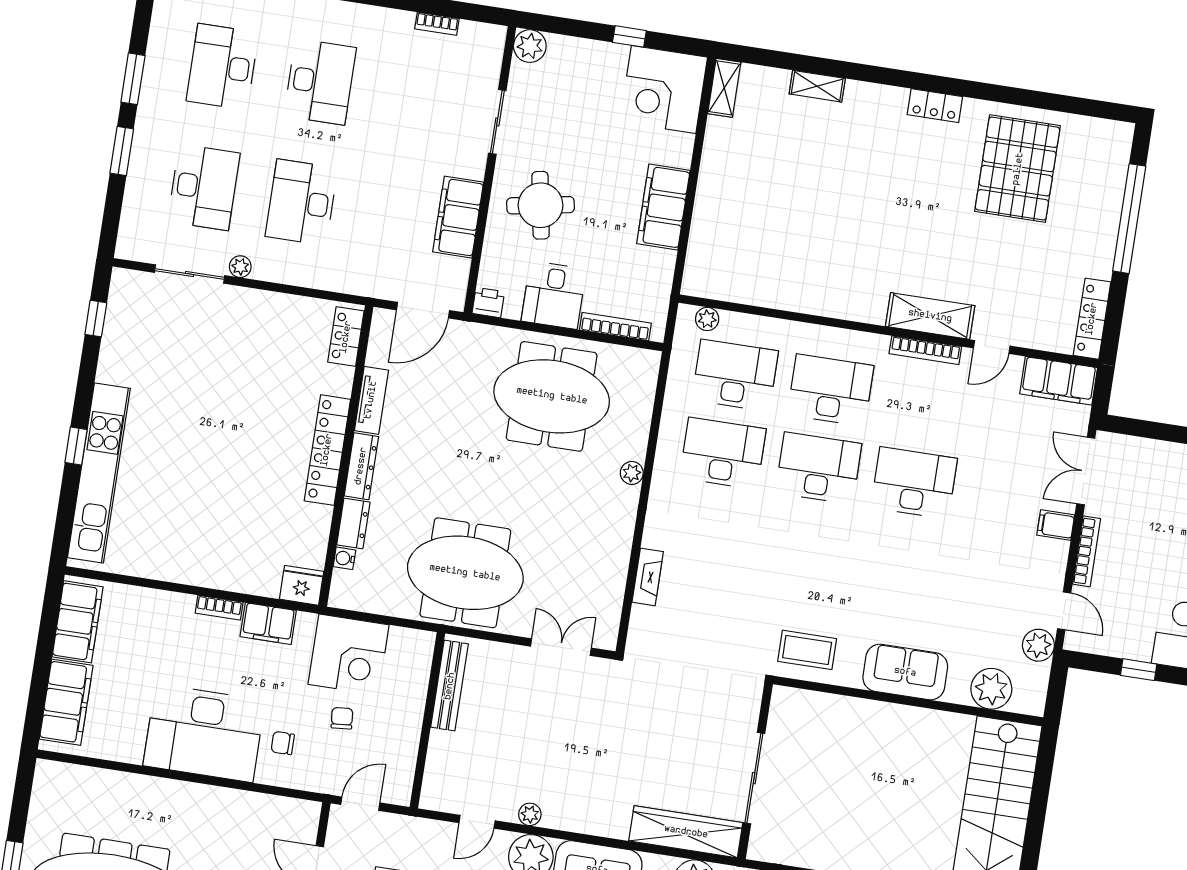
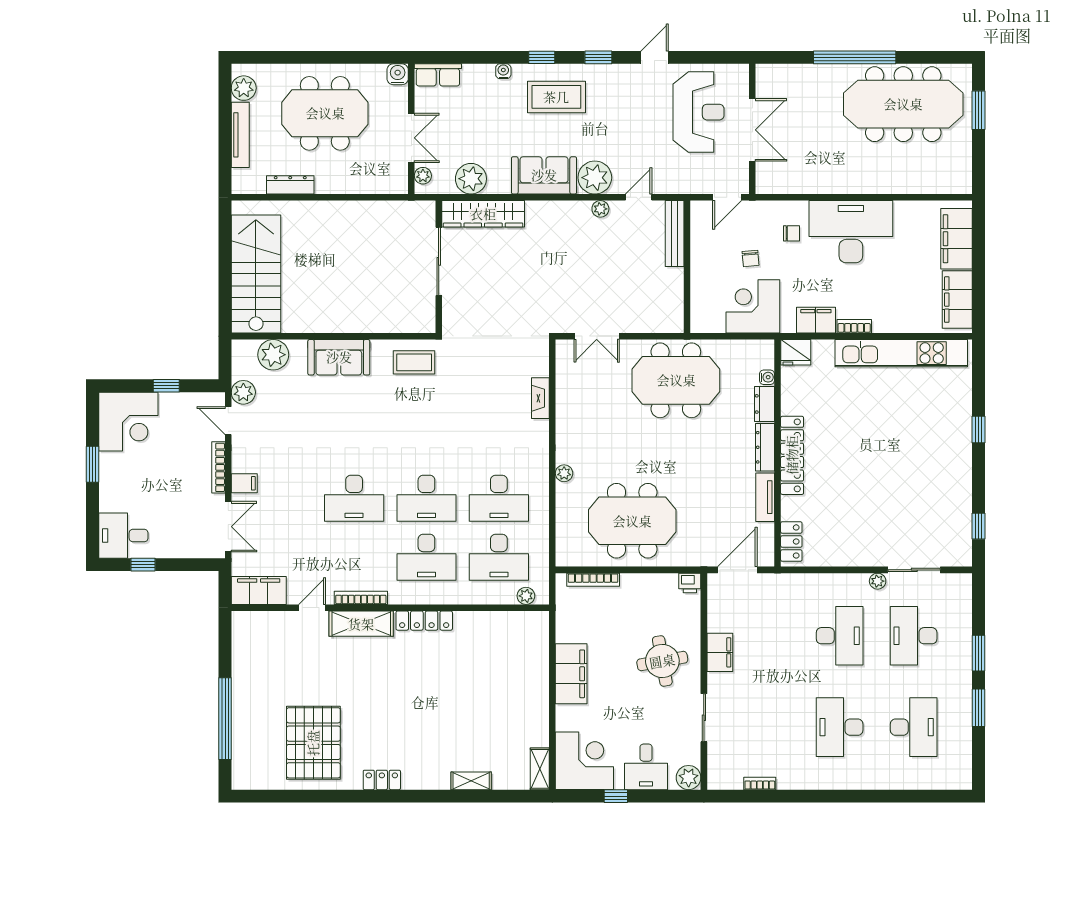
filing cabinet: (458, 217) -> (720, 652), width x0.67, depth x0.86
desk: (554, 295) -> (646, 767), moved, turned 180
locker: (1092, 319) -> (424, 621), moved, turned 90
kitchen unit: (99, 473) -> (901, 353), moved, turned -90
bench: (450, 686) -> (675, 234), moved

